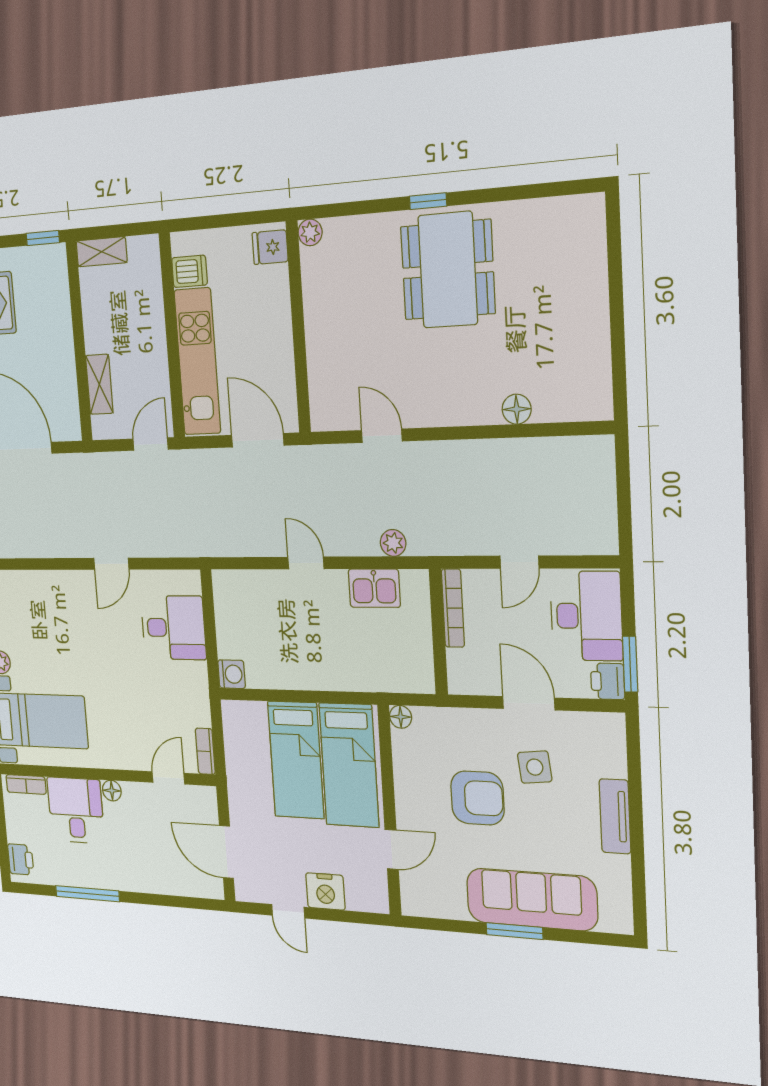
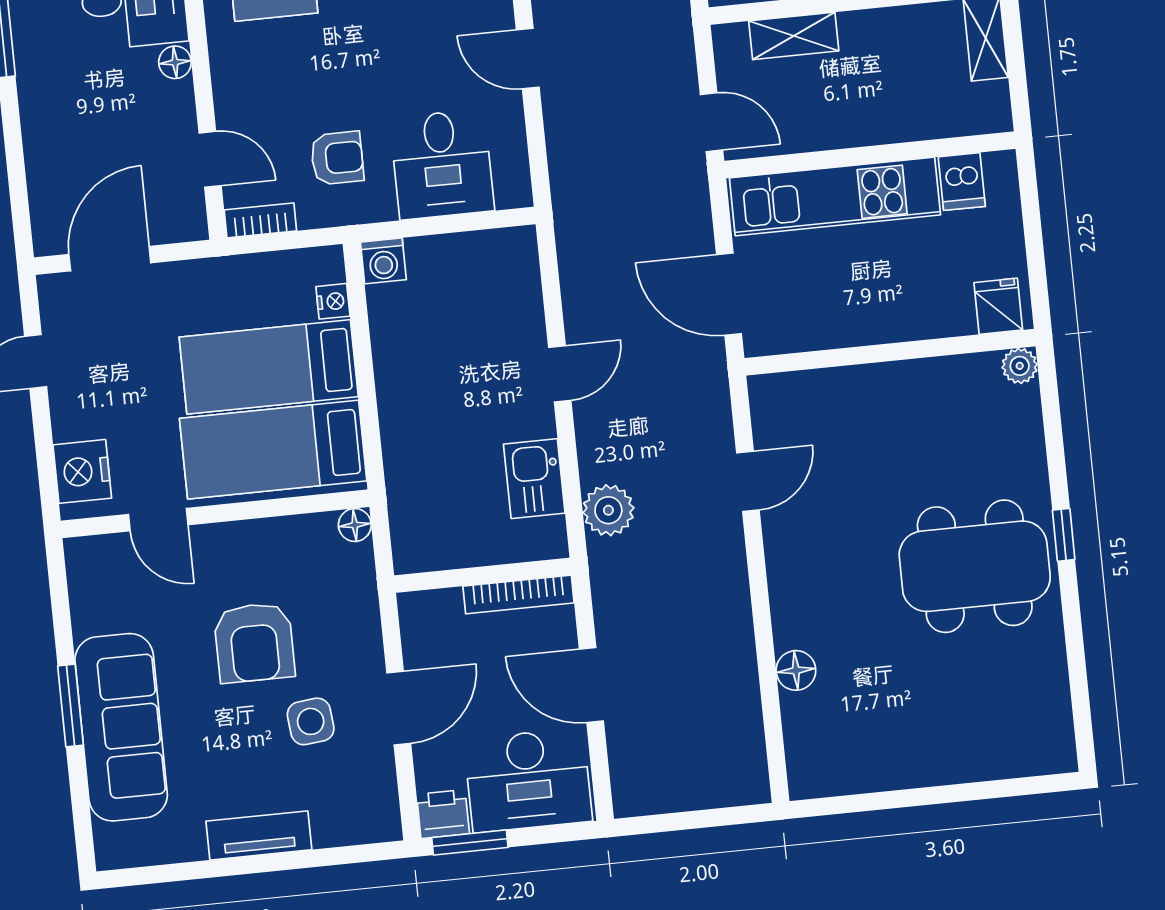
door: (258, 440) -> (729, 294), swing flipped
plant: (393, 543) -> (608, 510), width x1.38, depth x1.38
door: (519, 562) -> (591, 685), width x1.38
armchair: (169, 696) -> (337, 158), added
nightstand: (256, 711) -> (333, 301), added
nightstand: (325, 891) -> (82, 471), moved

